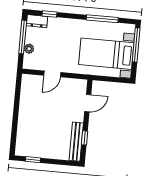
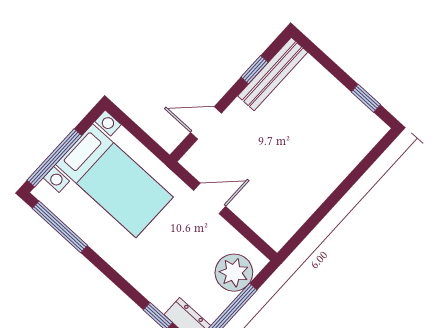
window: (102, 19) -> (60, 227), moved
plant: (29, 49) -> (234, 273), width x1.88, depth x1.88
door: (52, 74) -> (210, 198), moved

